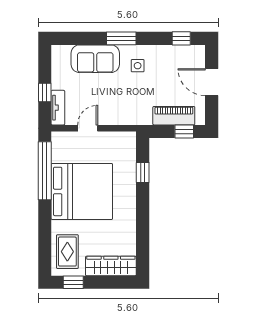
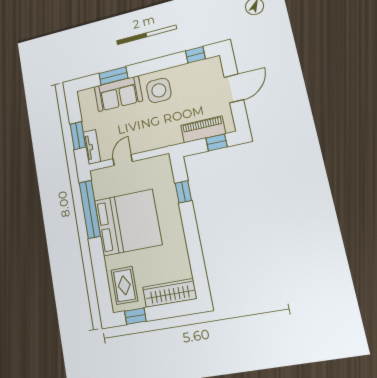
window: (121, 38) -> (113, 76), moved
side table: (138, 66) -> (159, 90), width x1.87, depth x1.87
door: (212, 82) -> (234, 88), swing flipped
window: (45, 92) -> (78, 136), width x1.50

